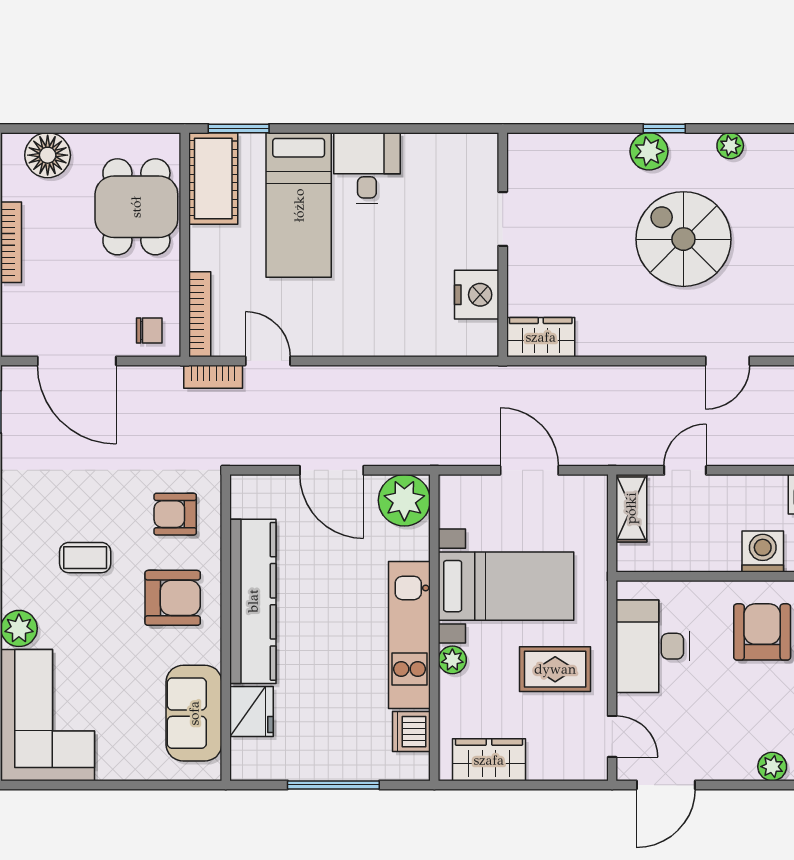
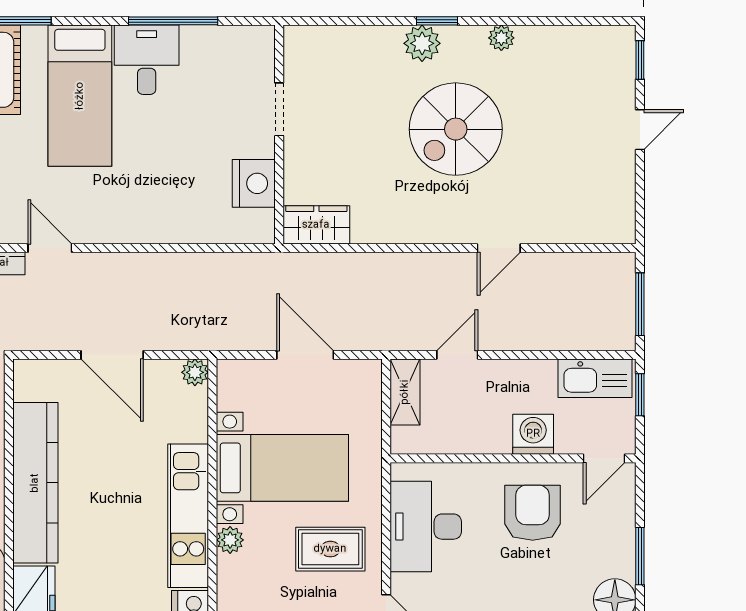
window: (394, 128) -> (173, 21), added
spiral stairs: (683, 239) -> (456, 129), turned -90
plant: (404, 500) -> (195, 372), width x0.53, depth x0.53

